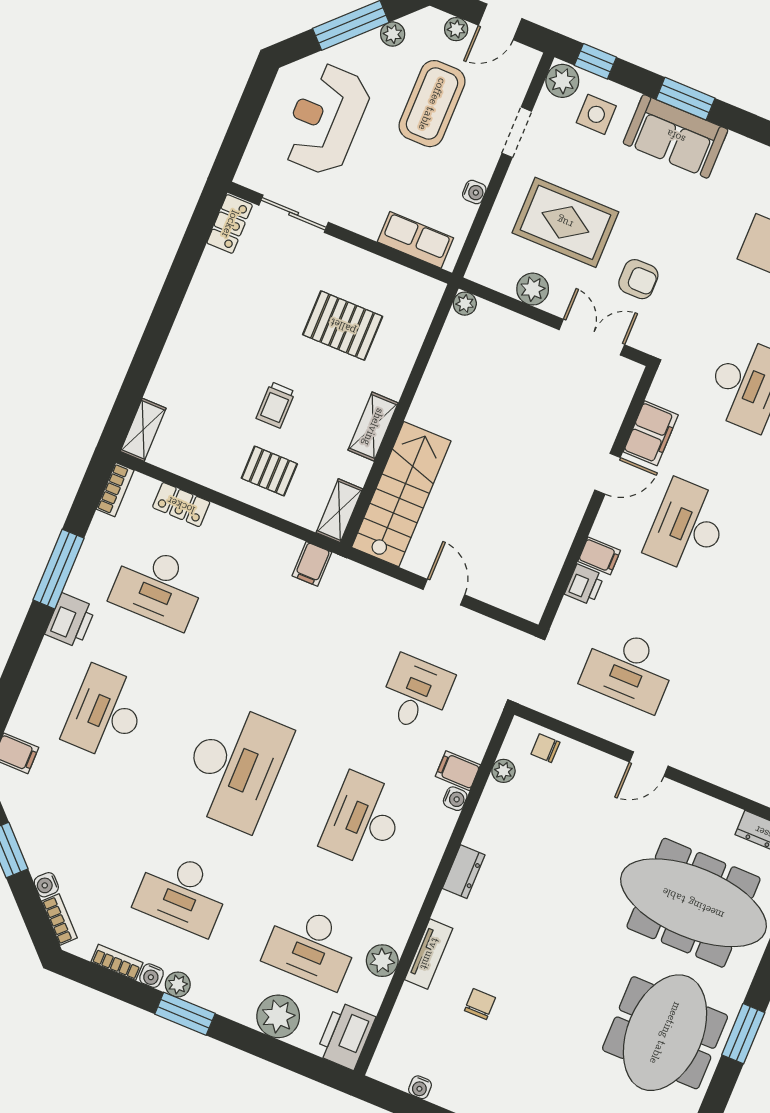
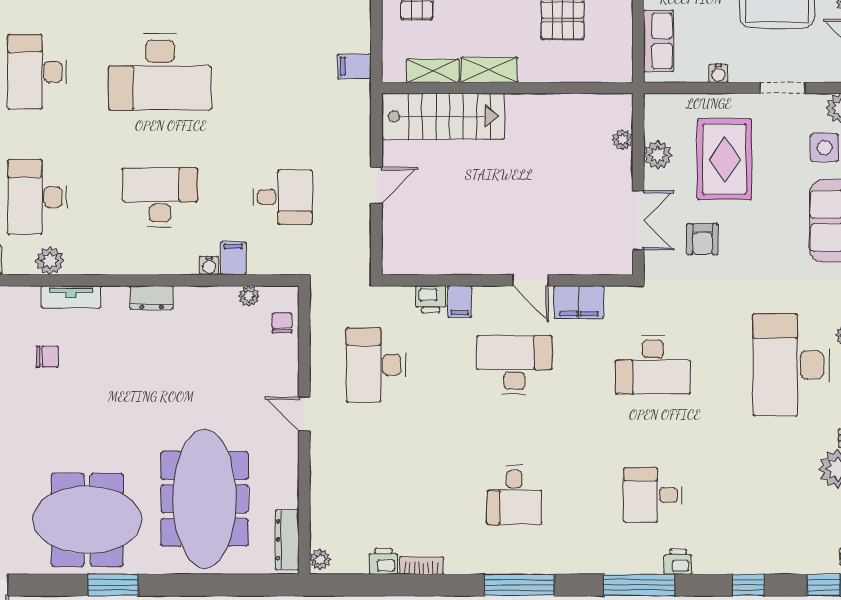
plant: (465, 304) -> (623, 140), moved
shelving: (339, 511) -> (433, 71), moved

